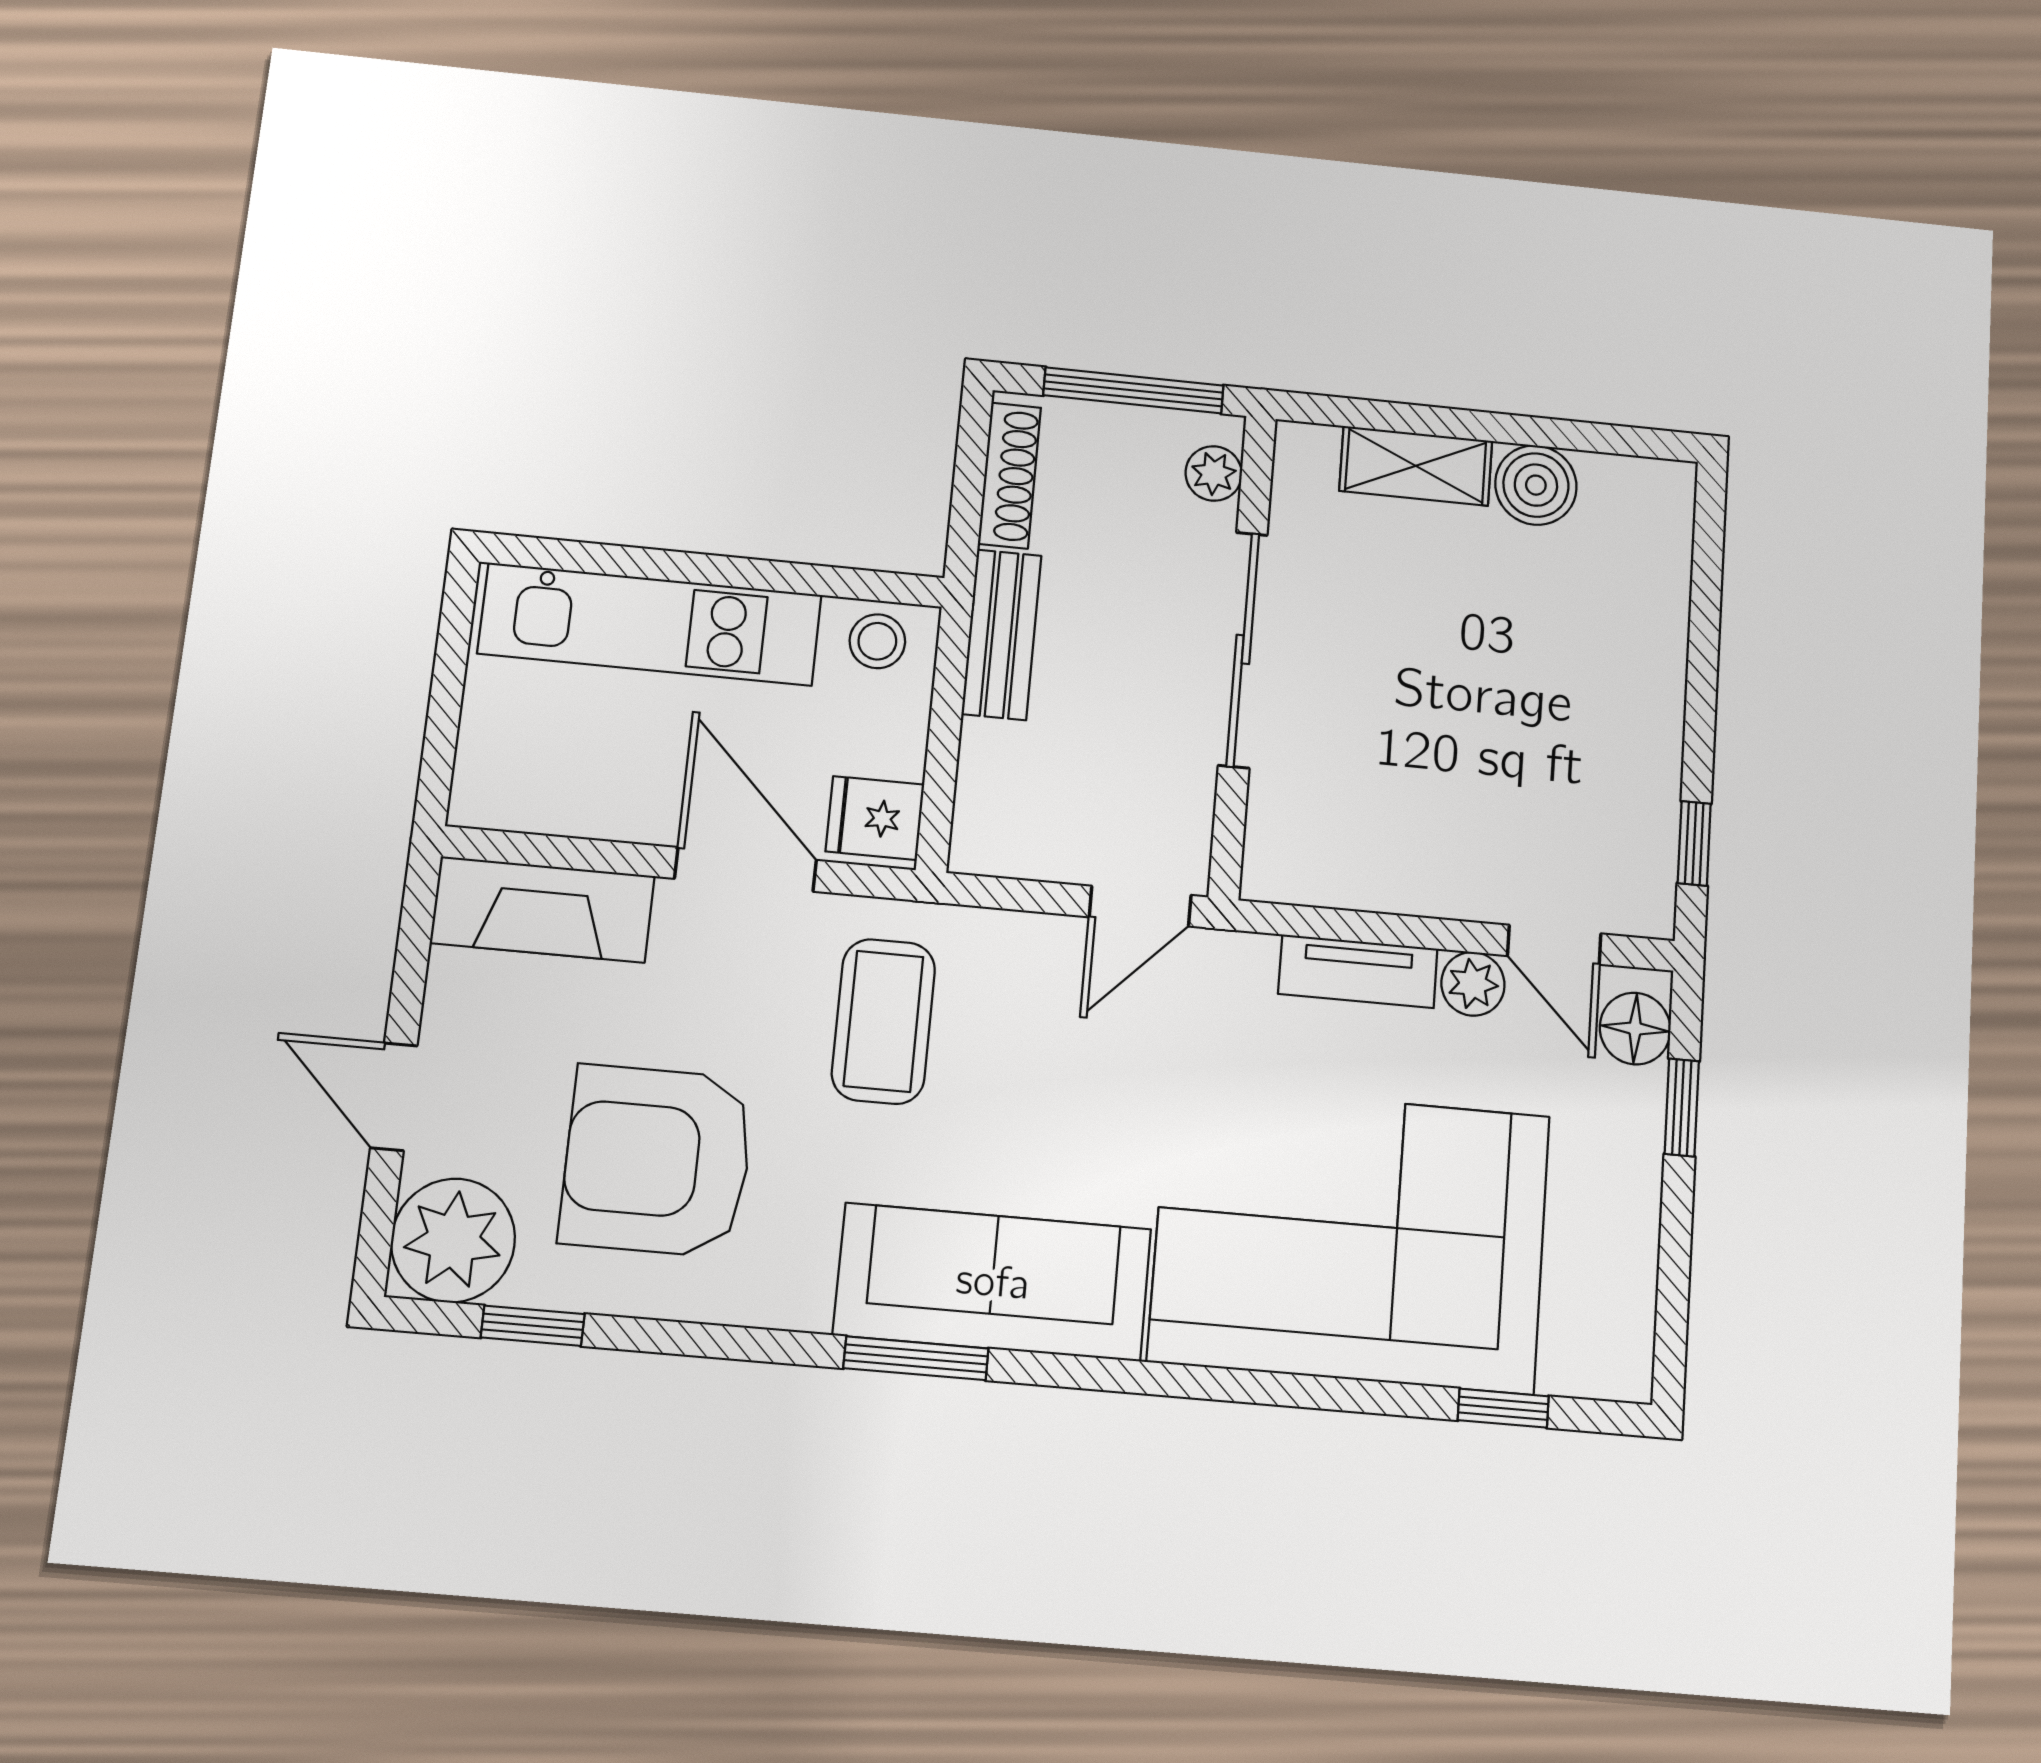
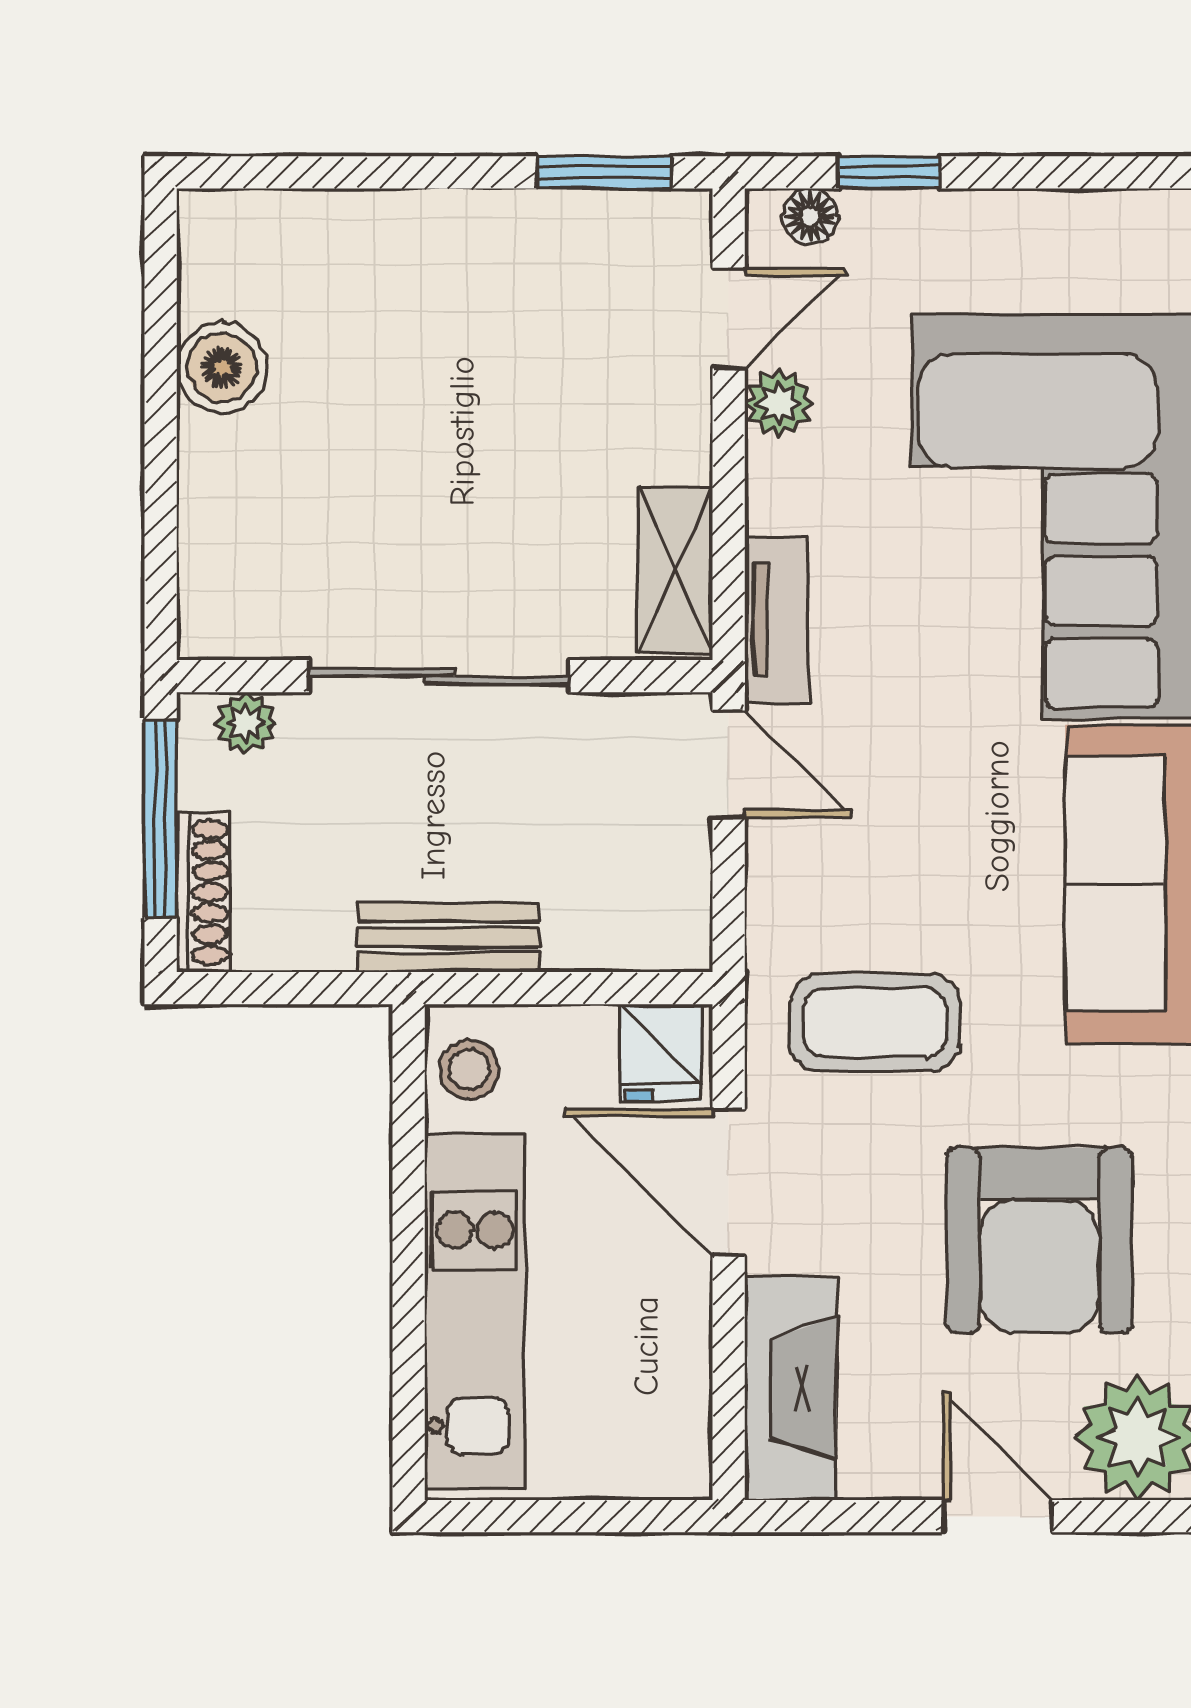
shelving: (1416, 466) -> (675, 570), moved
shoe rack: (1009, 475) -> (204, 892), moved, turned 90
window: (1694, 843) -> (604, 172), width x1.50
door: (746, 869) -> (729, 1183), hinge flipped
tv unit: (1358, 971) -> (776, 619), moved
floor lamp: (1635, 1029) -> (810, 216), width x0.73, depth x0.73
door: (394, 1097) -> (998, 1516), swing flipped

